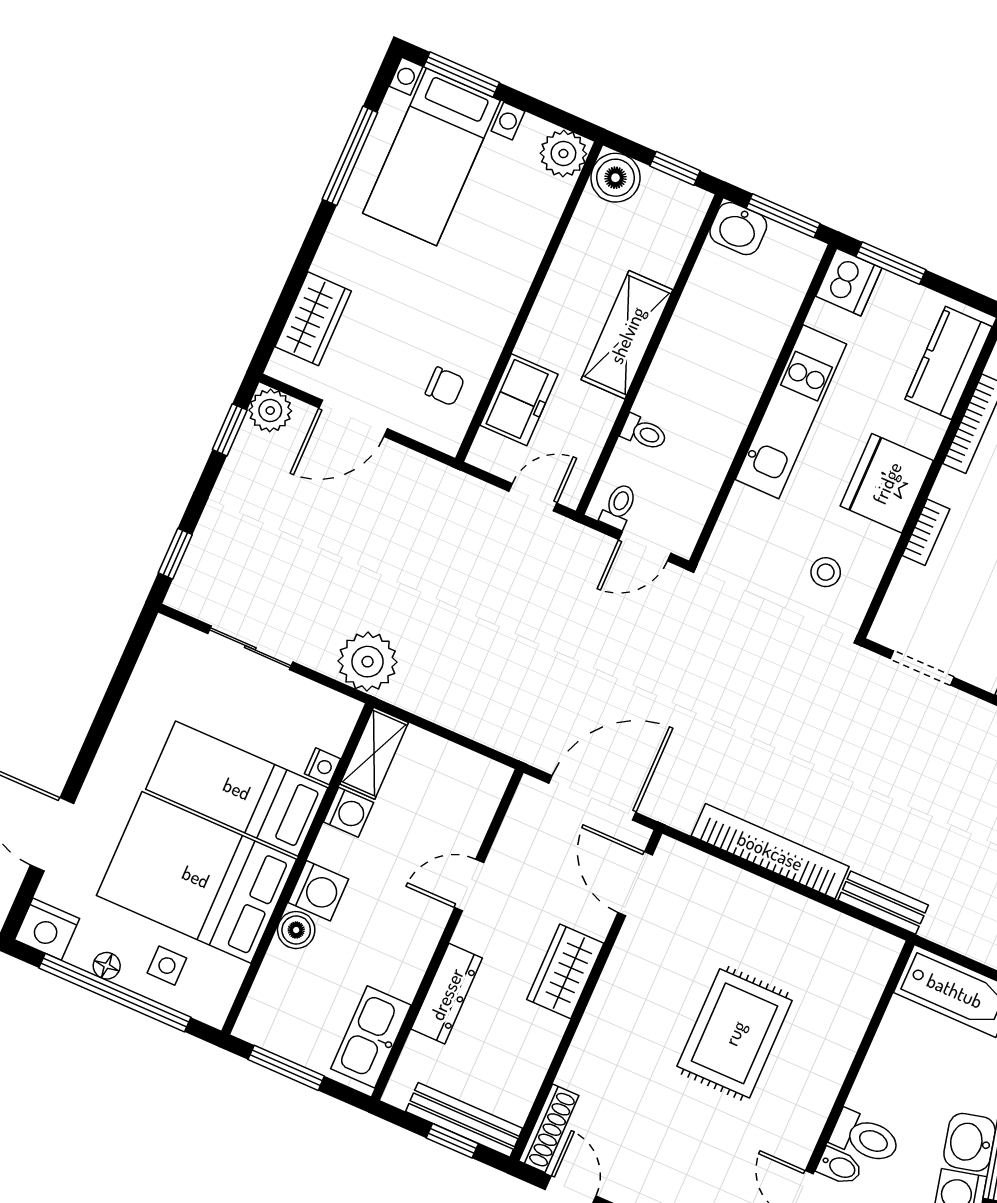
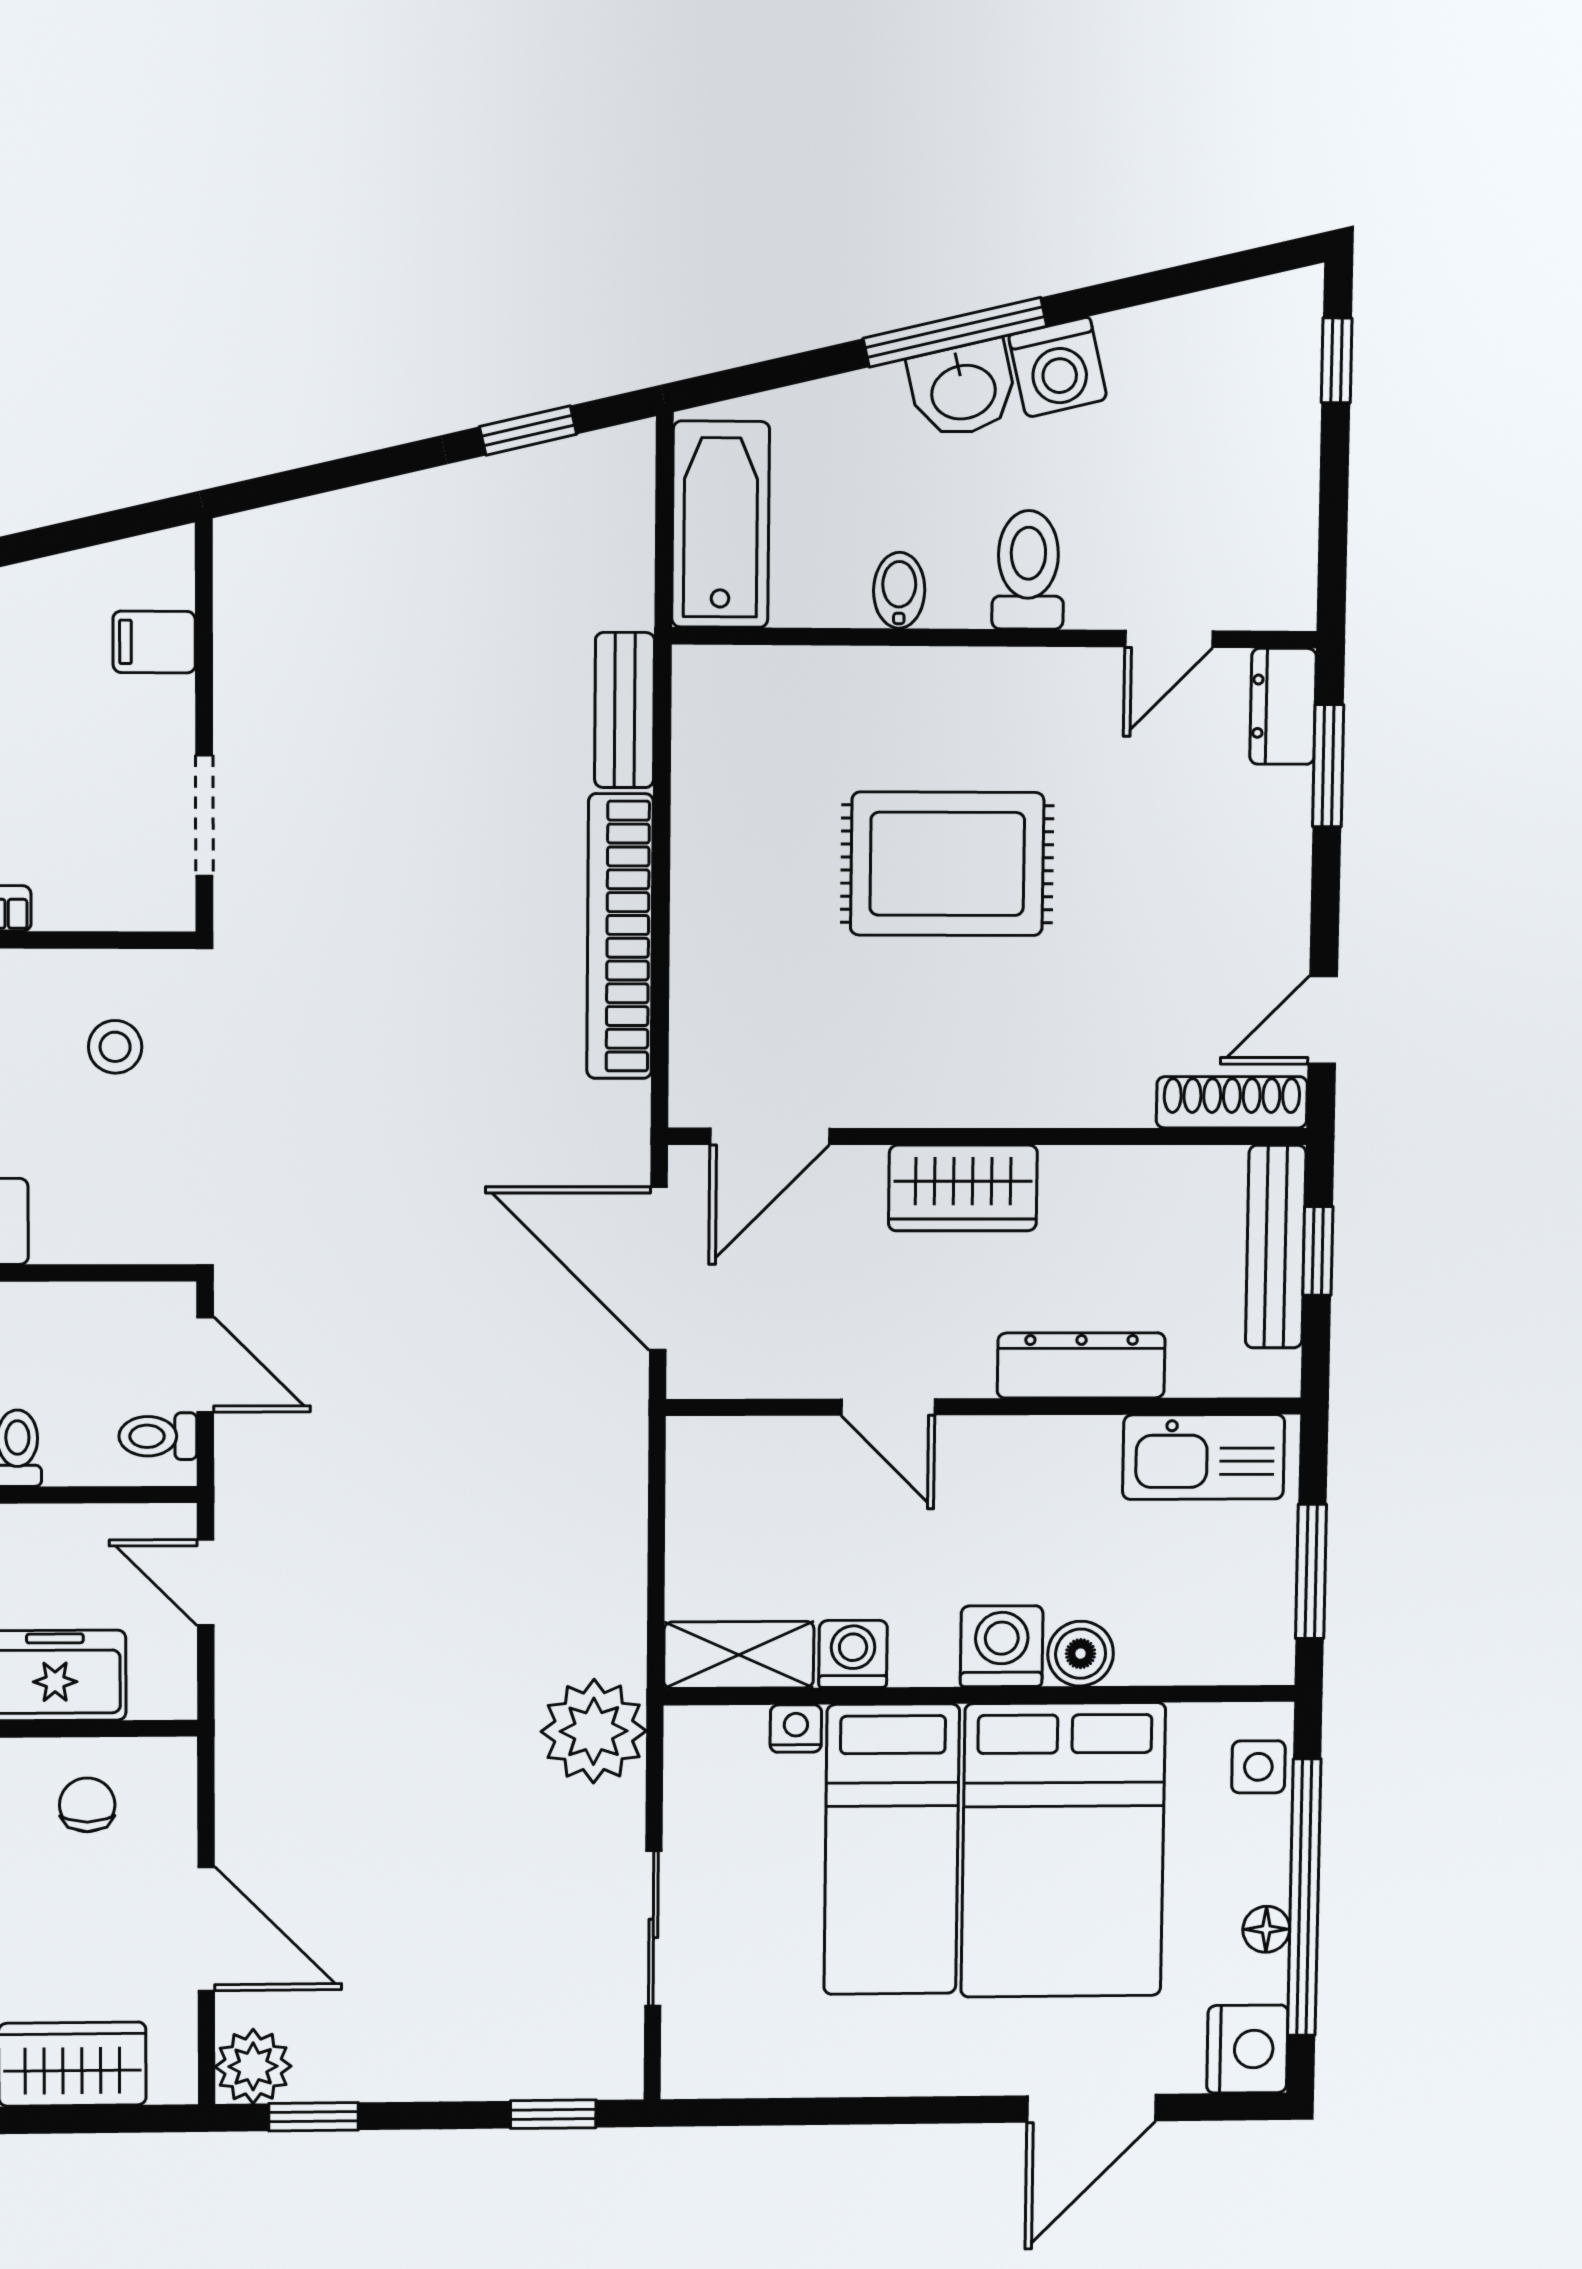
side table: (167, 966) -> (1258, 1767), moved
bidet: (840, 1166) -> (899, 590), moved

